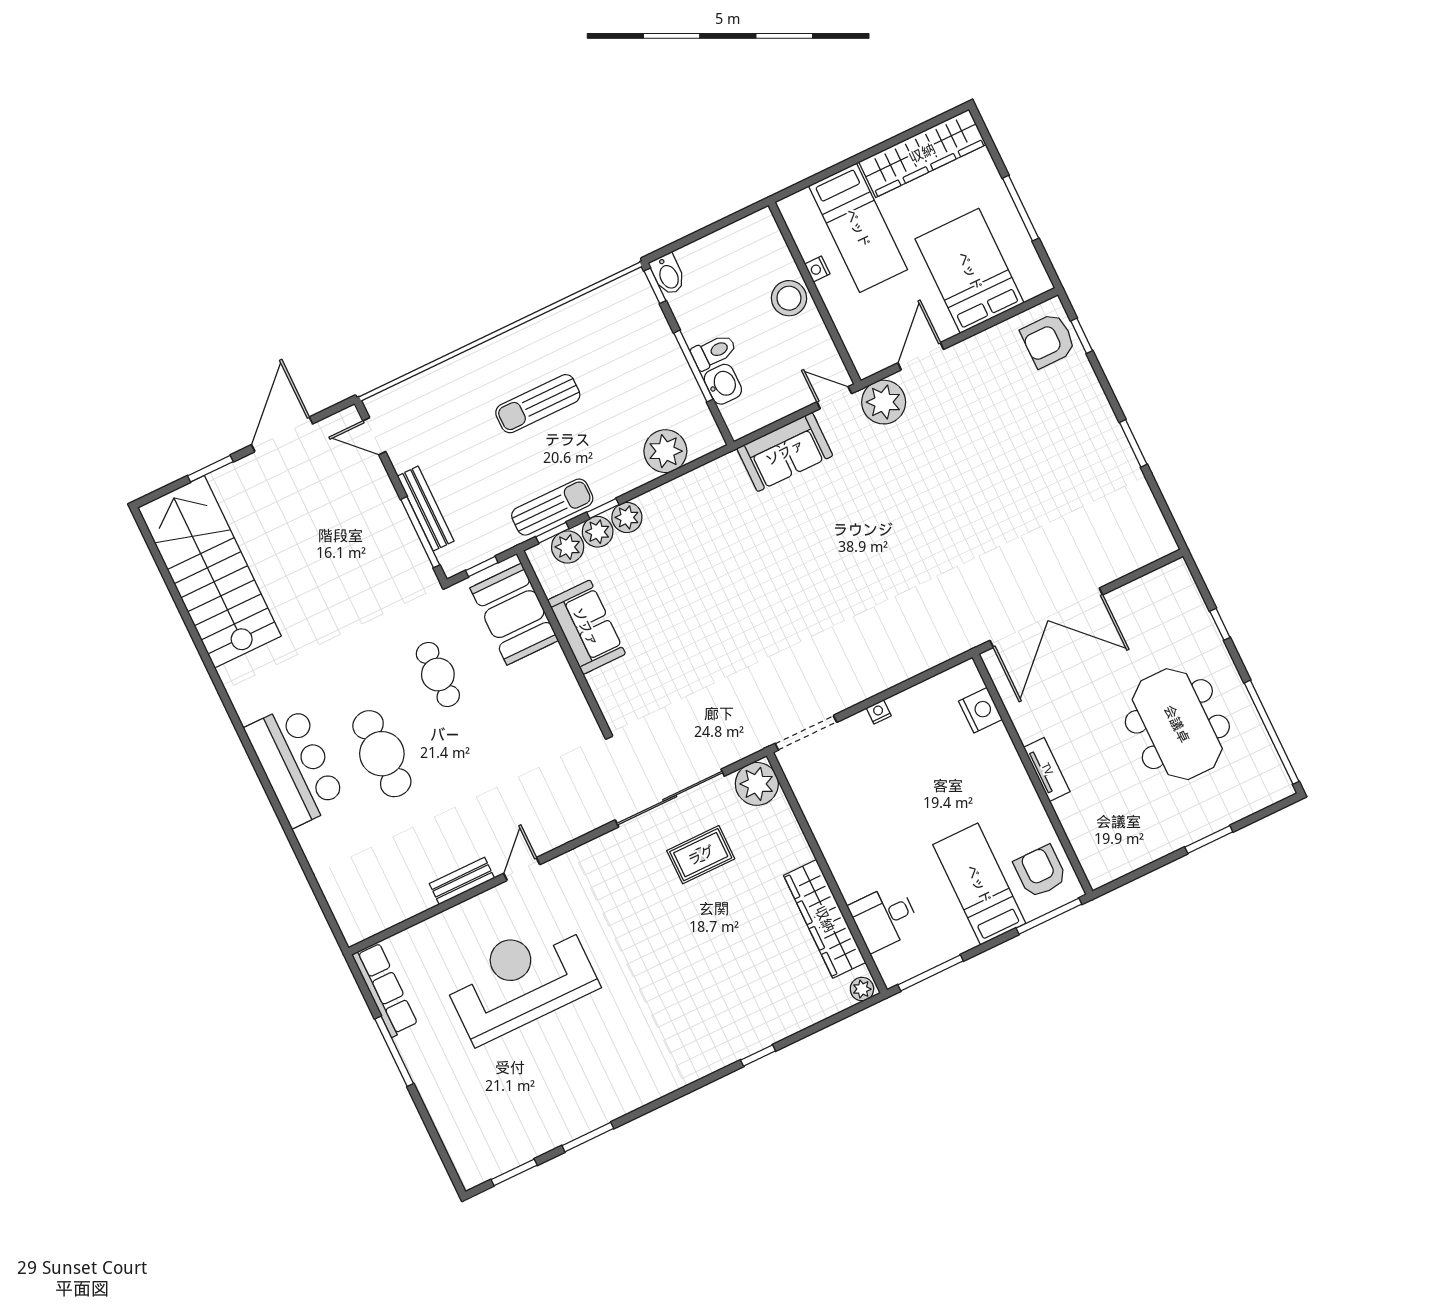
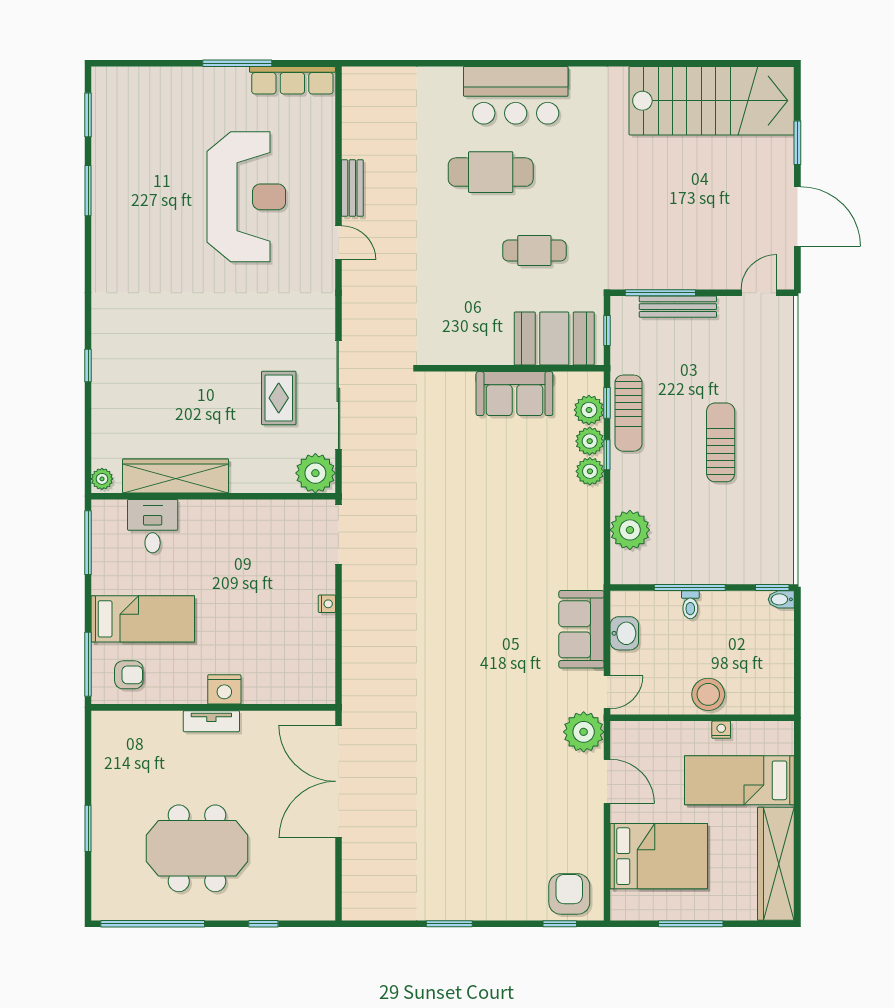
bidet: (668, 274) -> (781, 599), width x0.72, depth x0.74
toilet: (714, 352) -> (690, 605), width x0.73, depth x0.72
washbasin: (723, 384) -> (624, 633), moved, turned -90
nightstand: (980, 710) -> (224, 689), moved
armchair: (1040, 871) -> (129, 675), width x0.72, depth x0.72

